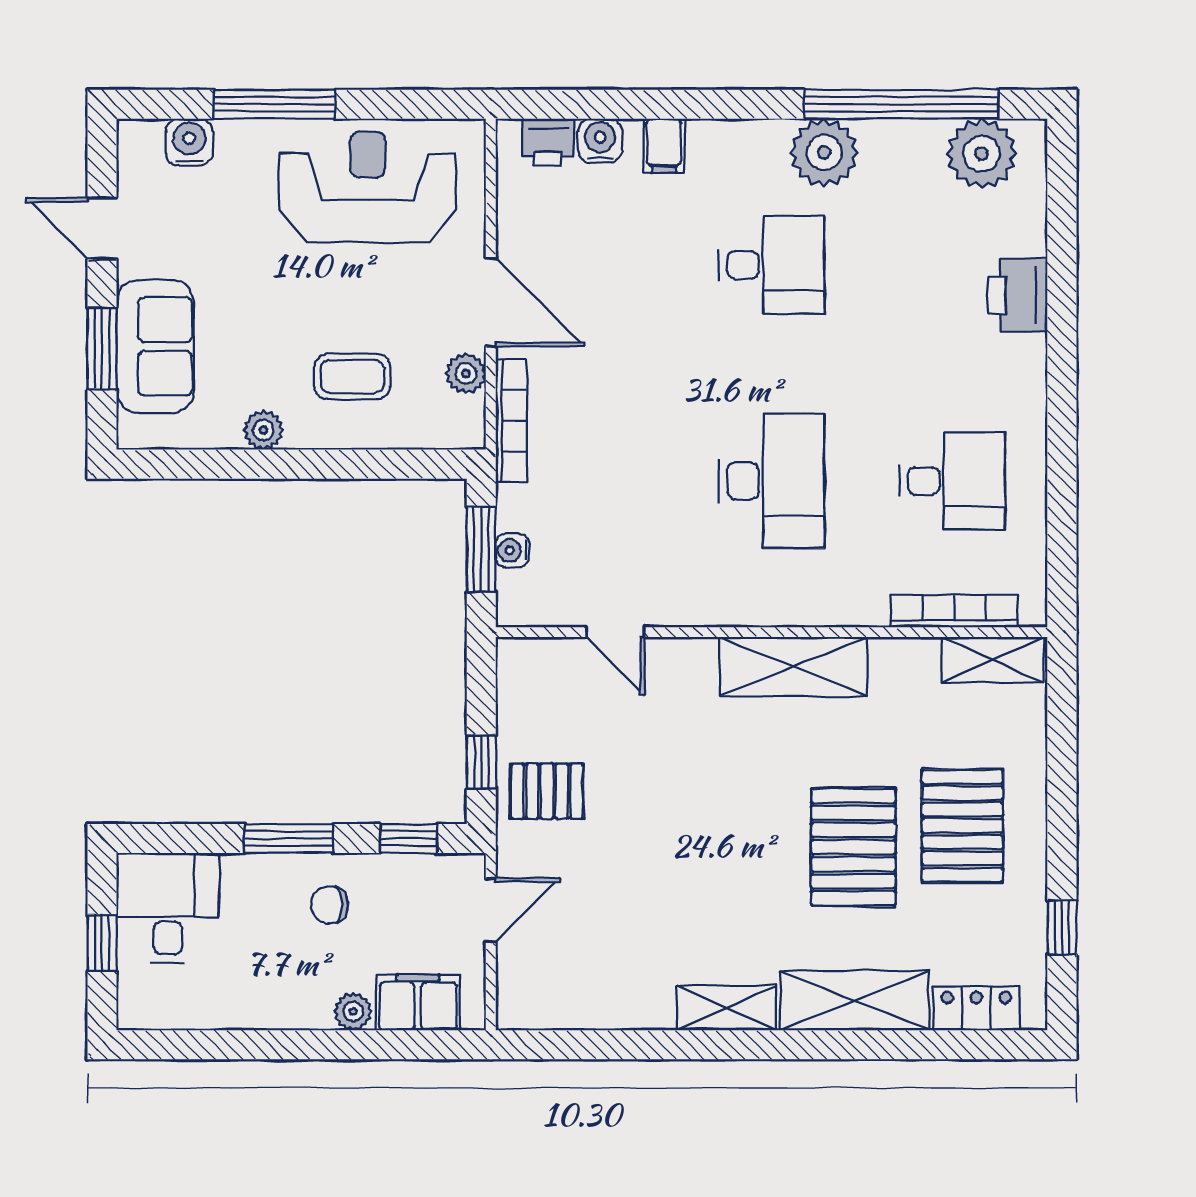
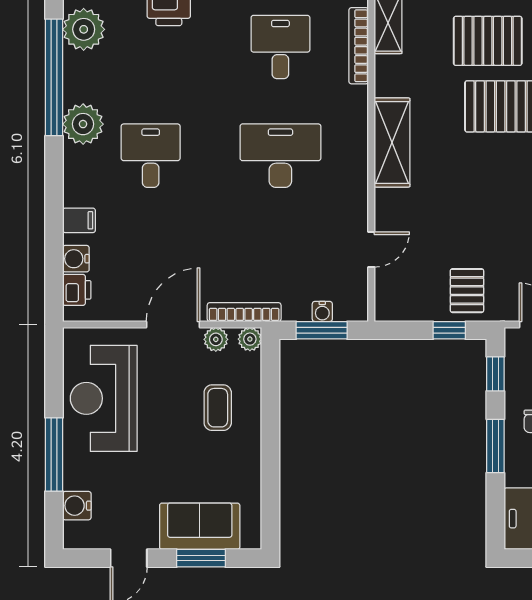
plant: (264, 430) -> (250, 339), moved

